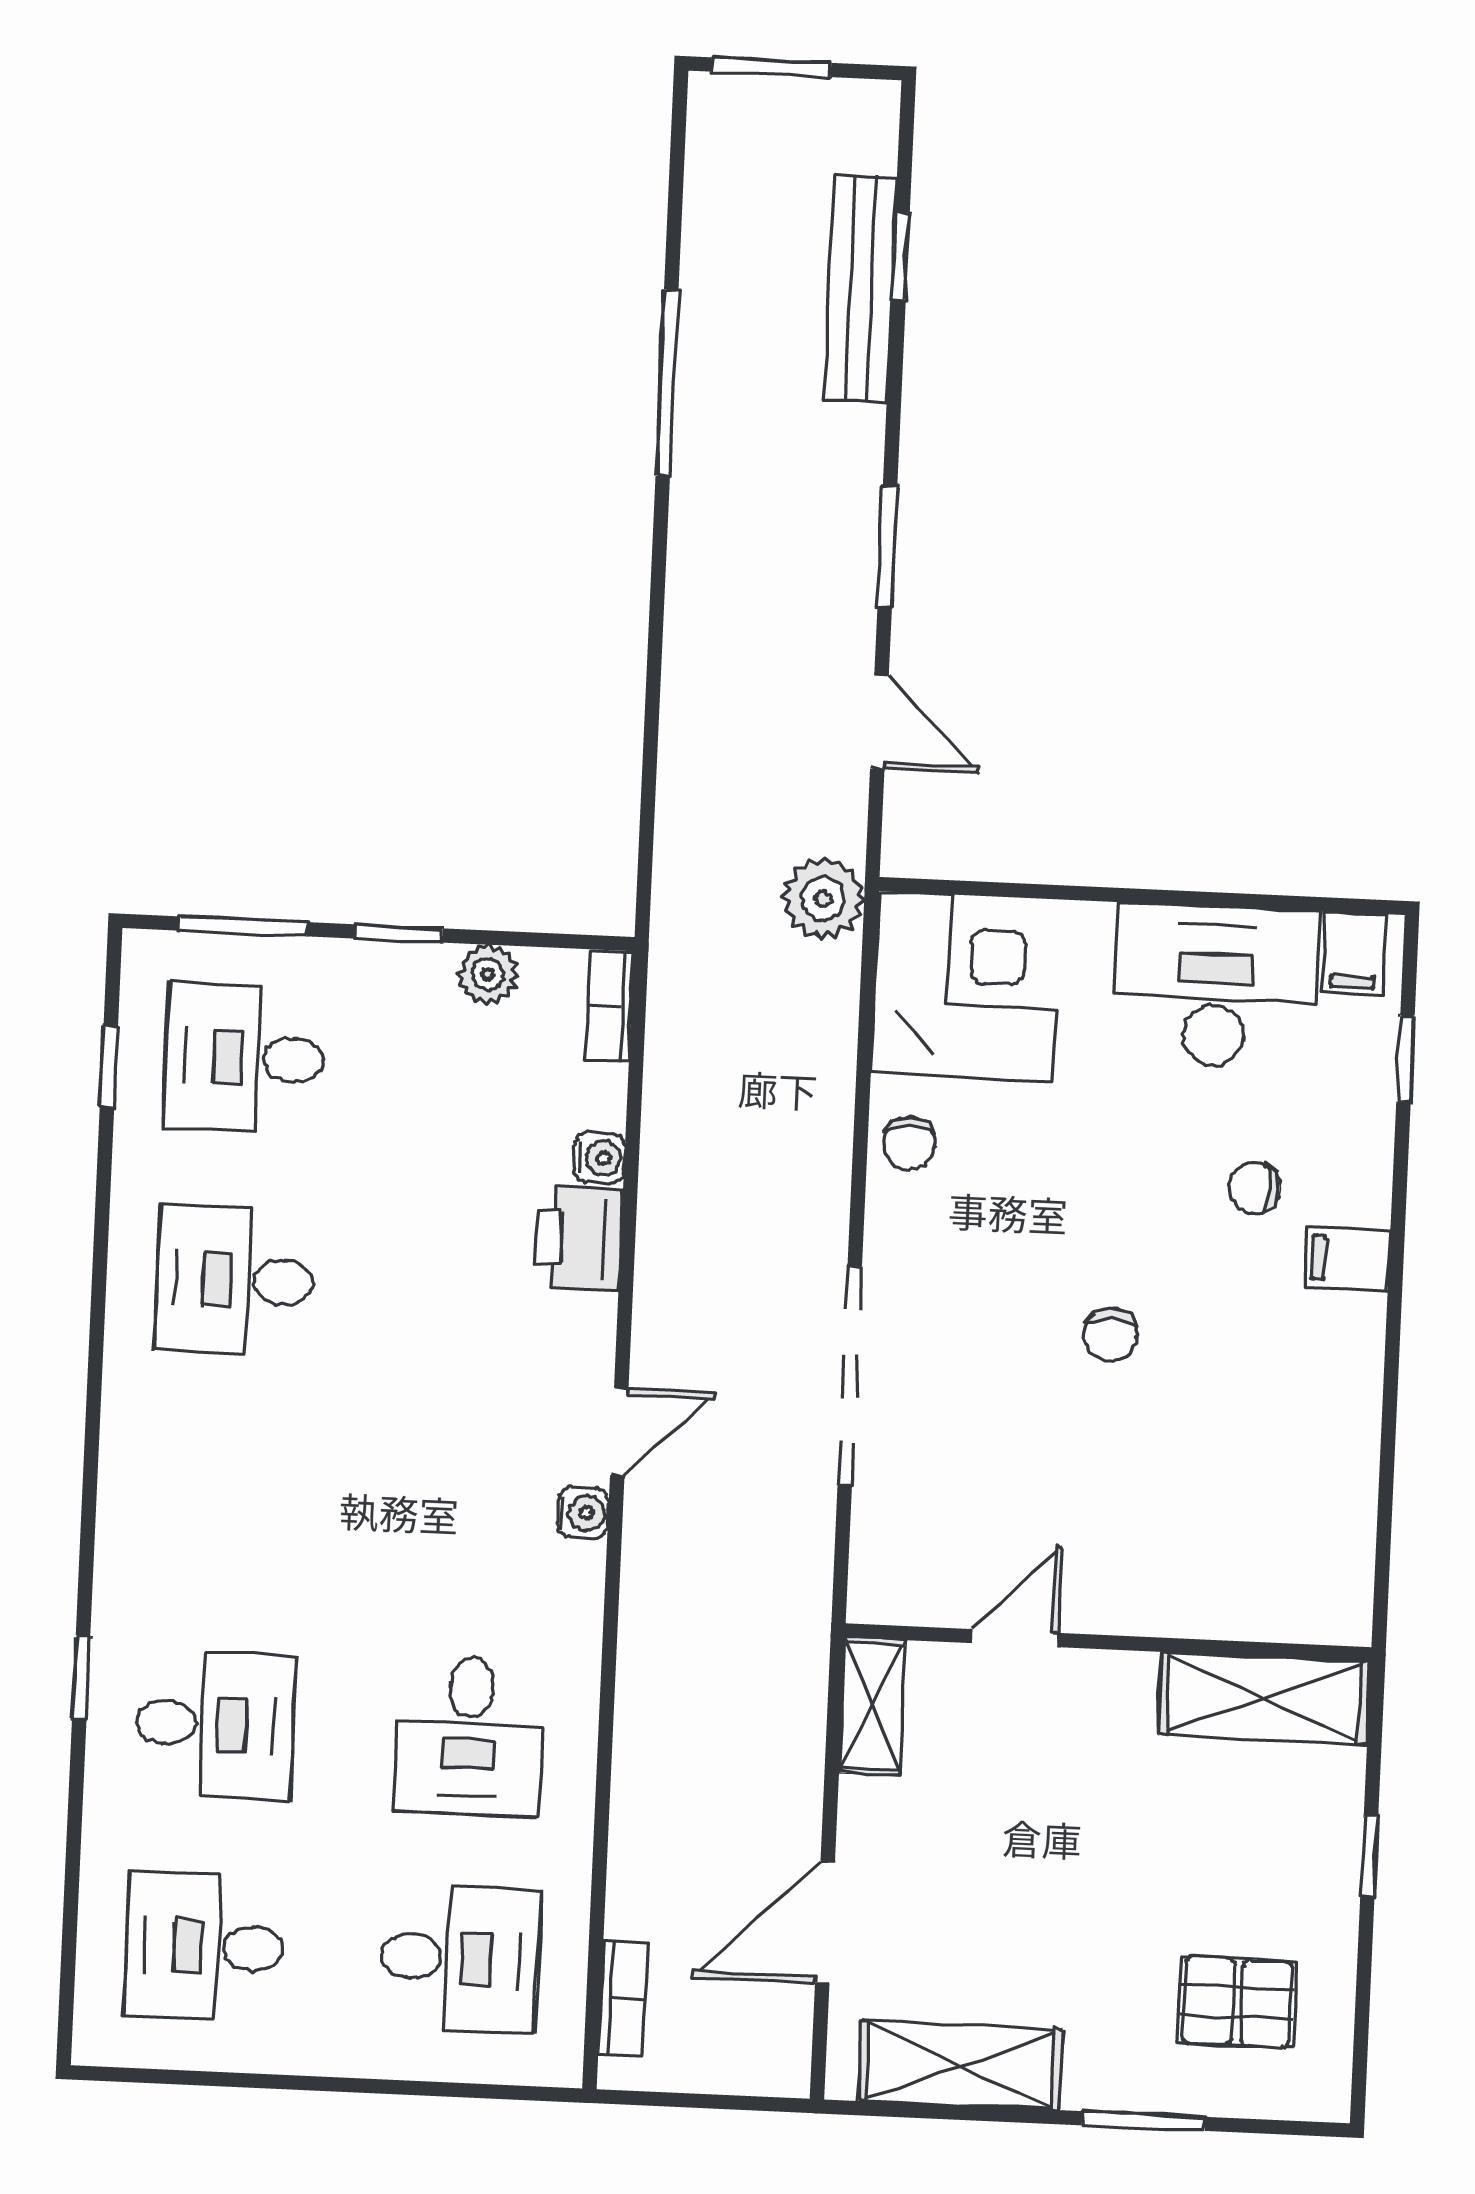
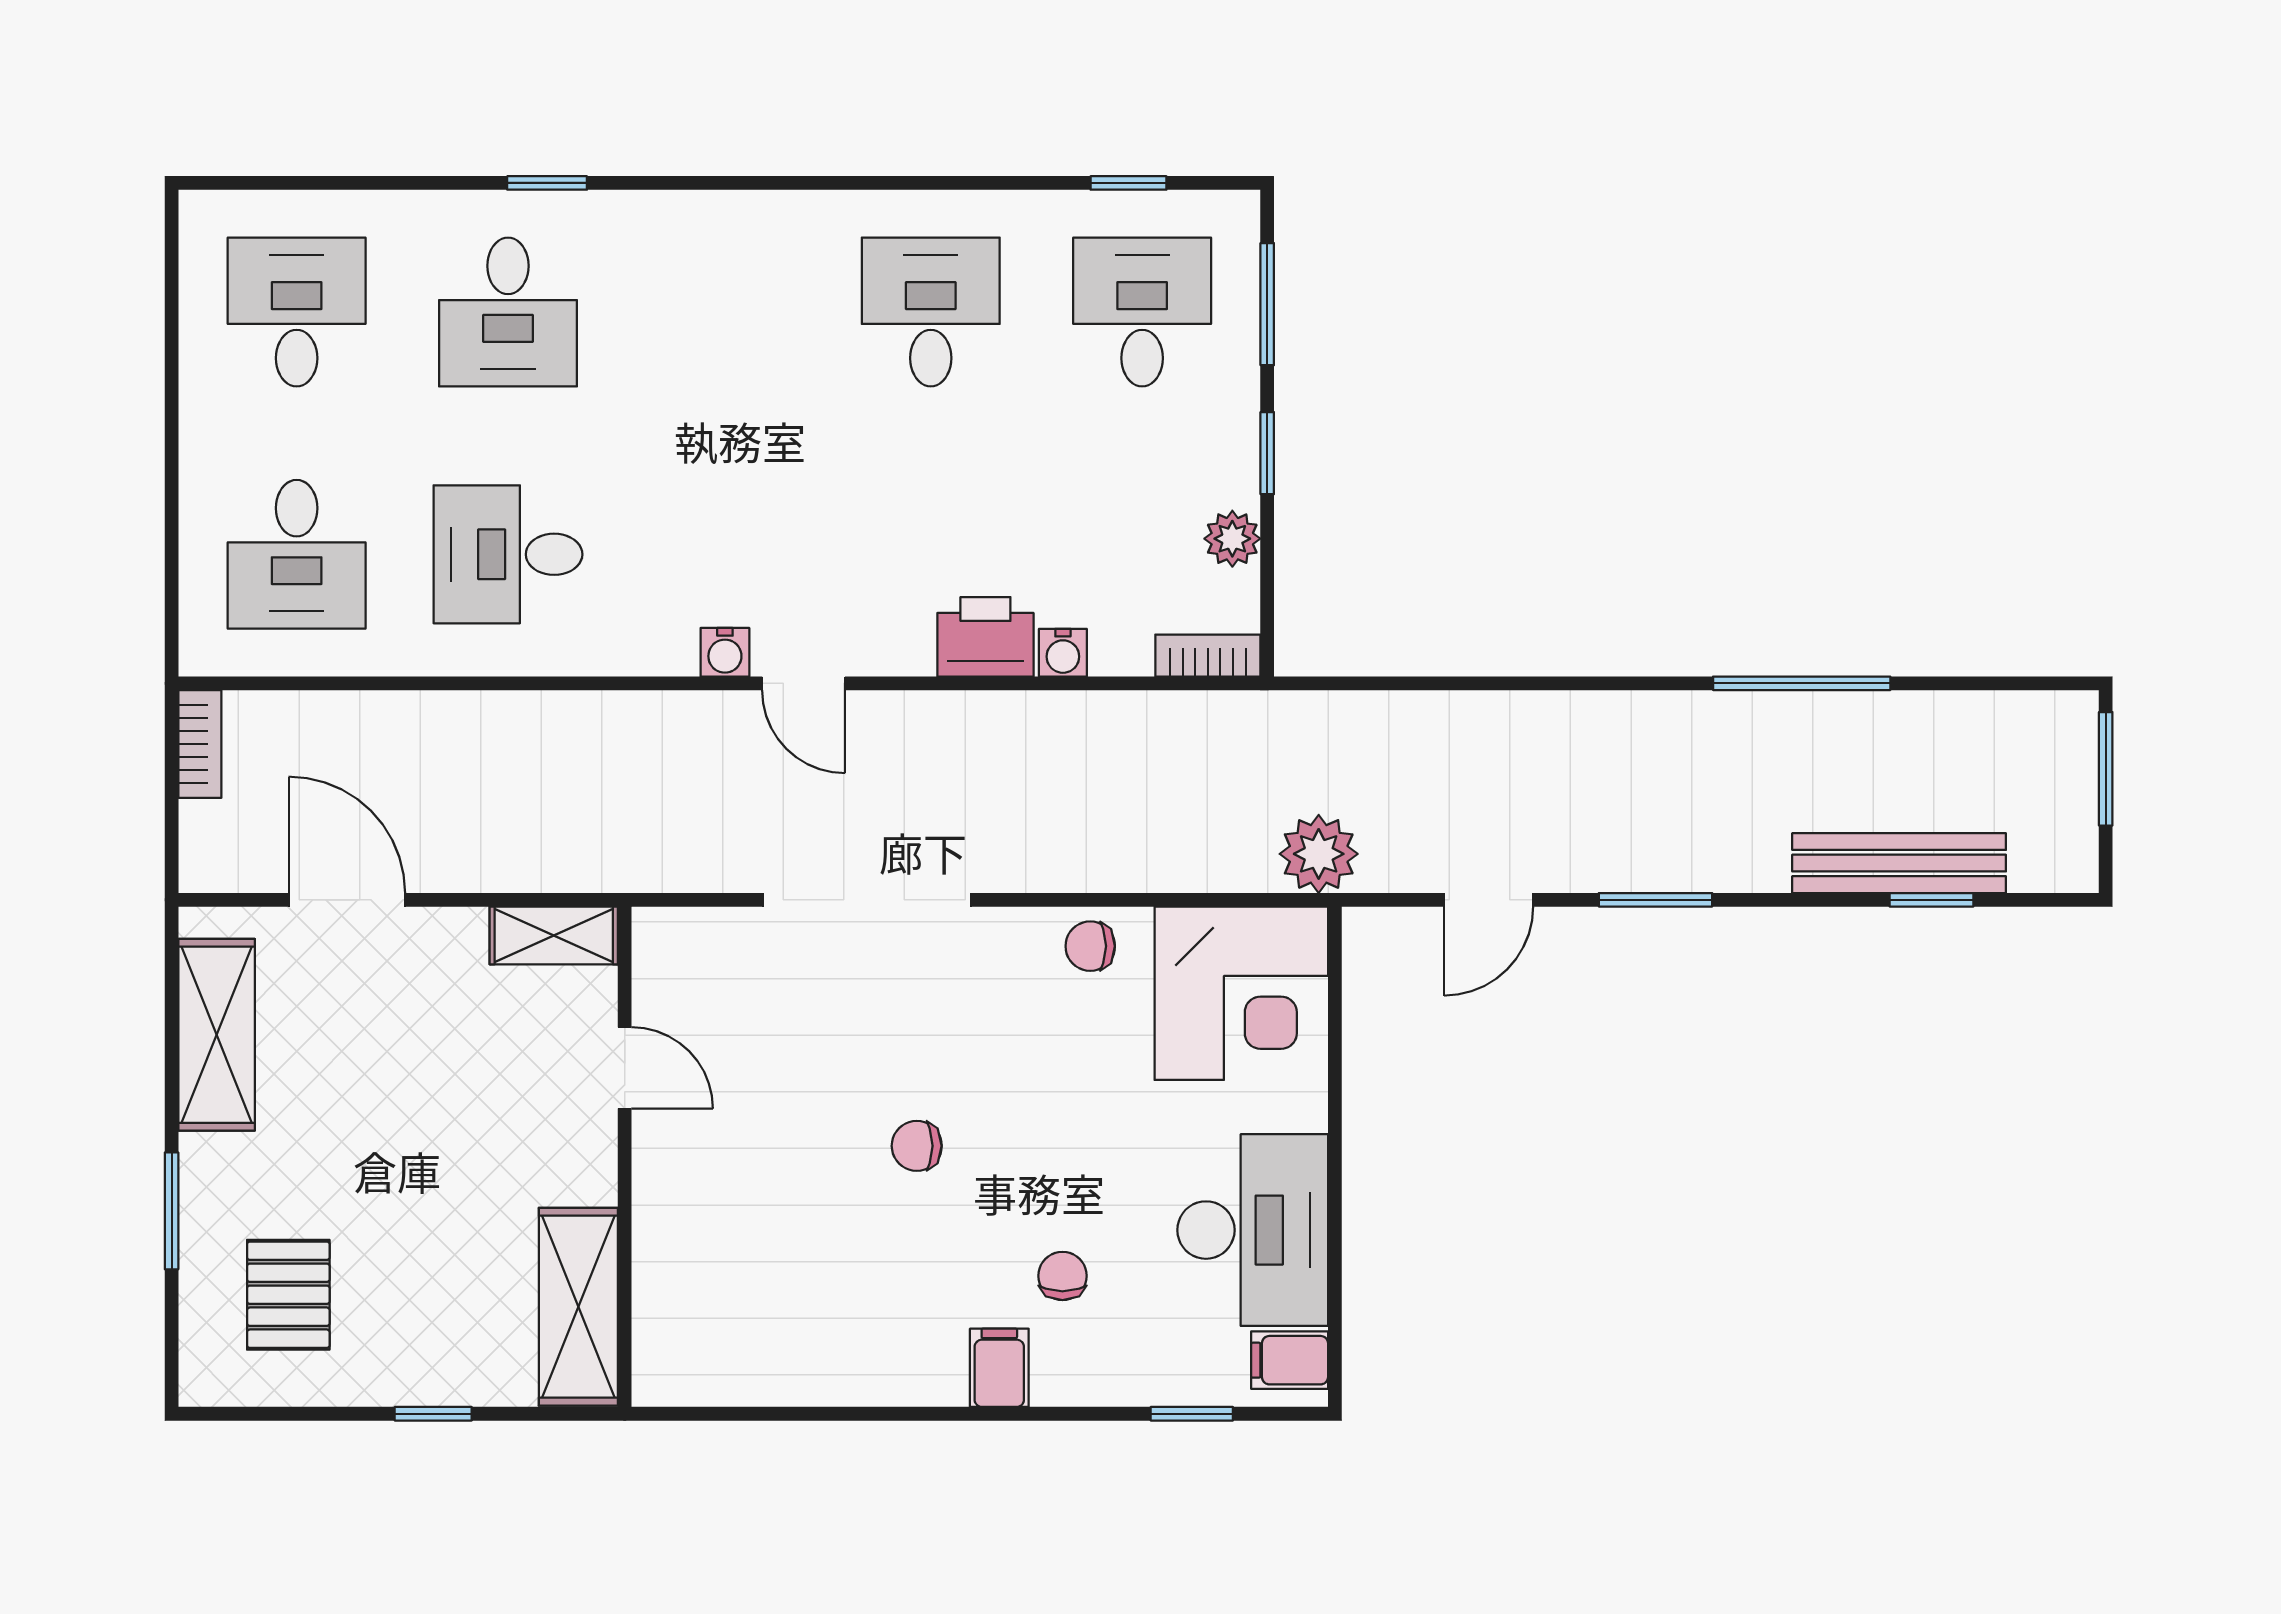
bookcase: (623, 1998) -> (200, 744), moved, turned -90

